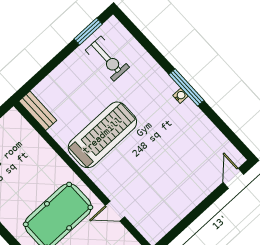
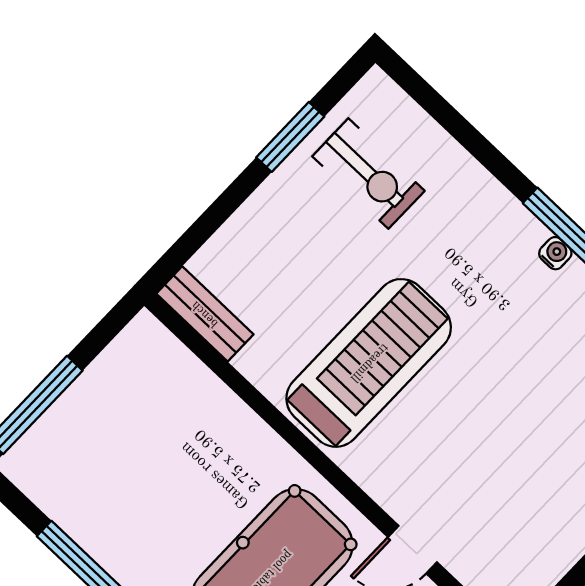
window: (88, 31) -> (290, 137), moved

